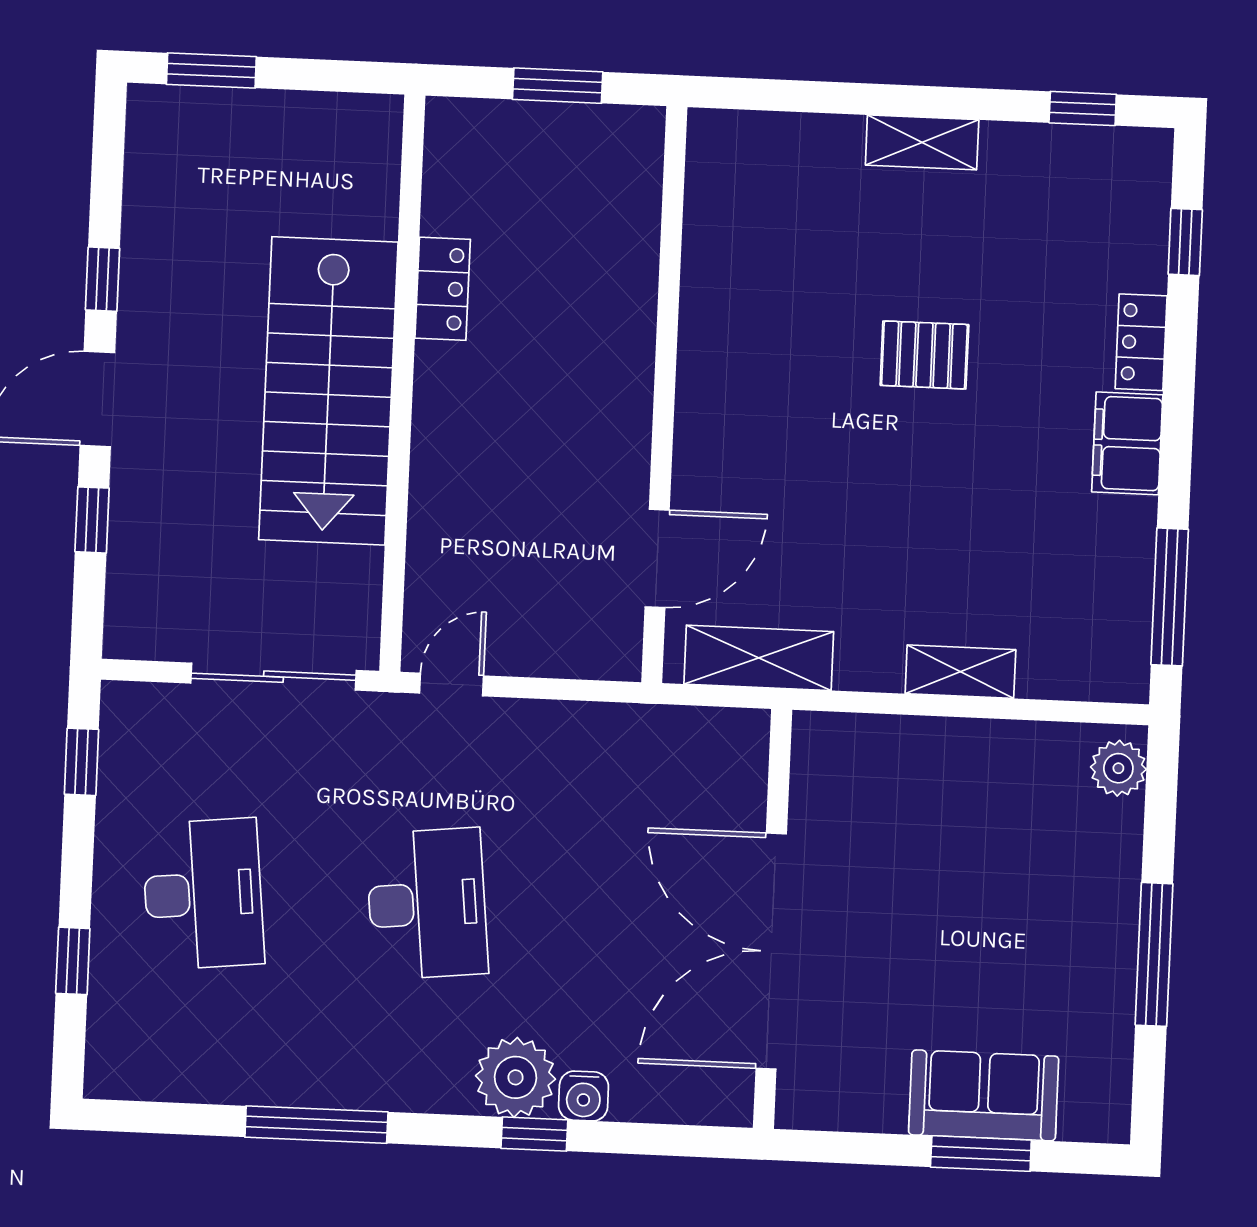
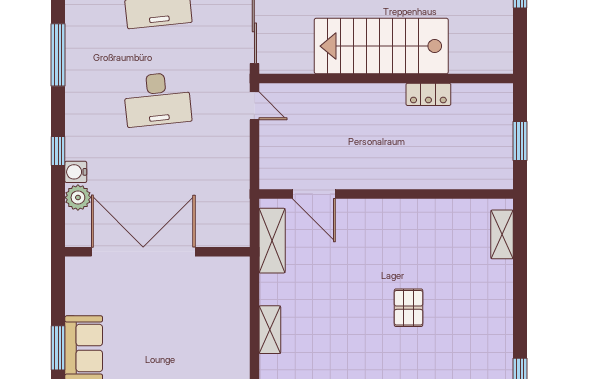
shelving: (922, 142) -> (502, 234), moved
plant: (516, 1077) -> (78, 197), moved, width x0.73, depth x0.73

